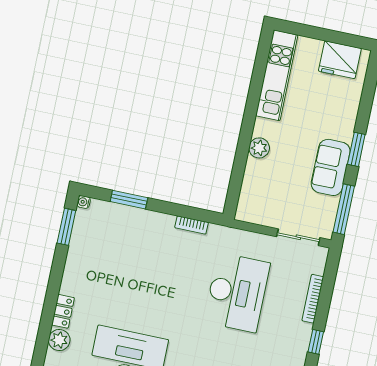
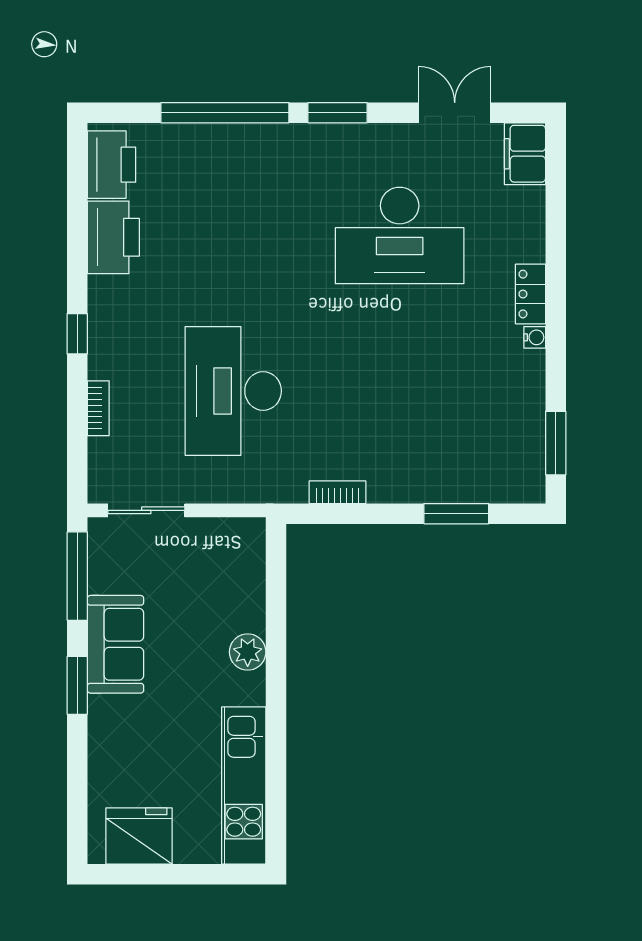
water cooler: (84, 202) -> (535, 337), moved
bookcase: (313, 299) -> (98, 408), width x0.64
plant: (59, 340) -> (526, 242), removed

